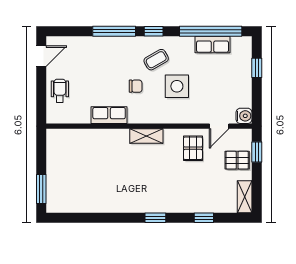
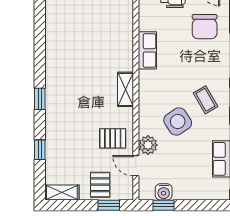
window: (257, 68) -> (163, 205), moved
chair: (136, 86) -> (205, 27), moved, width x1.87, depth x1.87
side table: (177, 86) -> (178, 122), turned -34
plant: (199, 115) -> (148, 145), added
water cooler: (244, 116) -> (164, 192), moved

